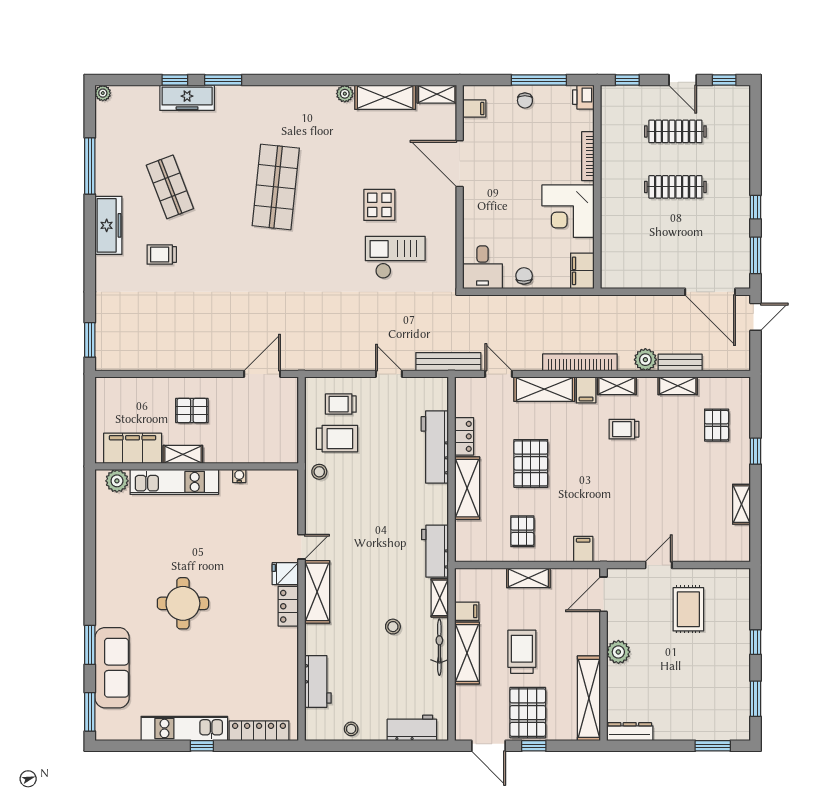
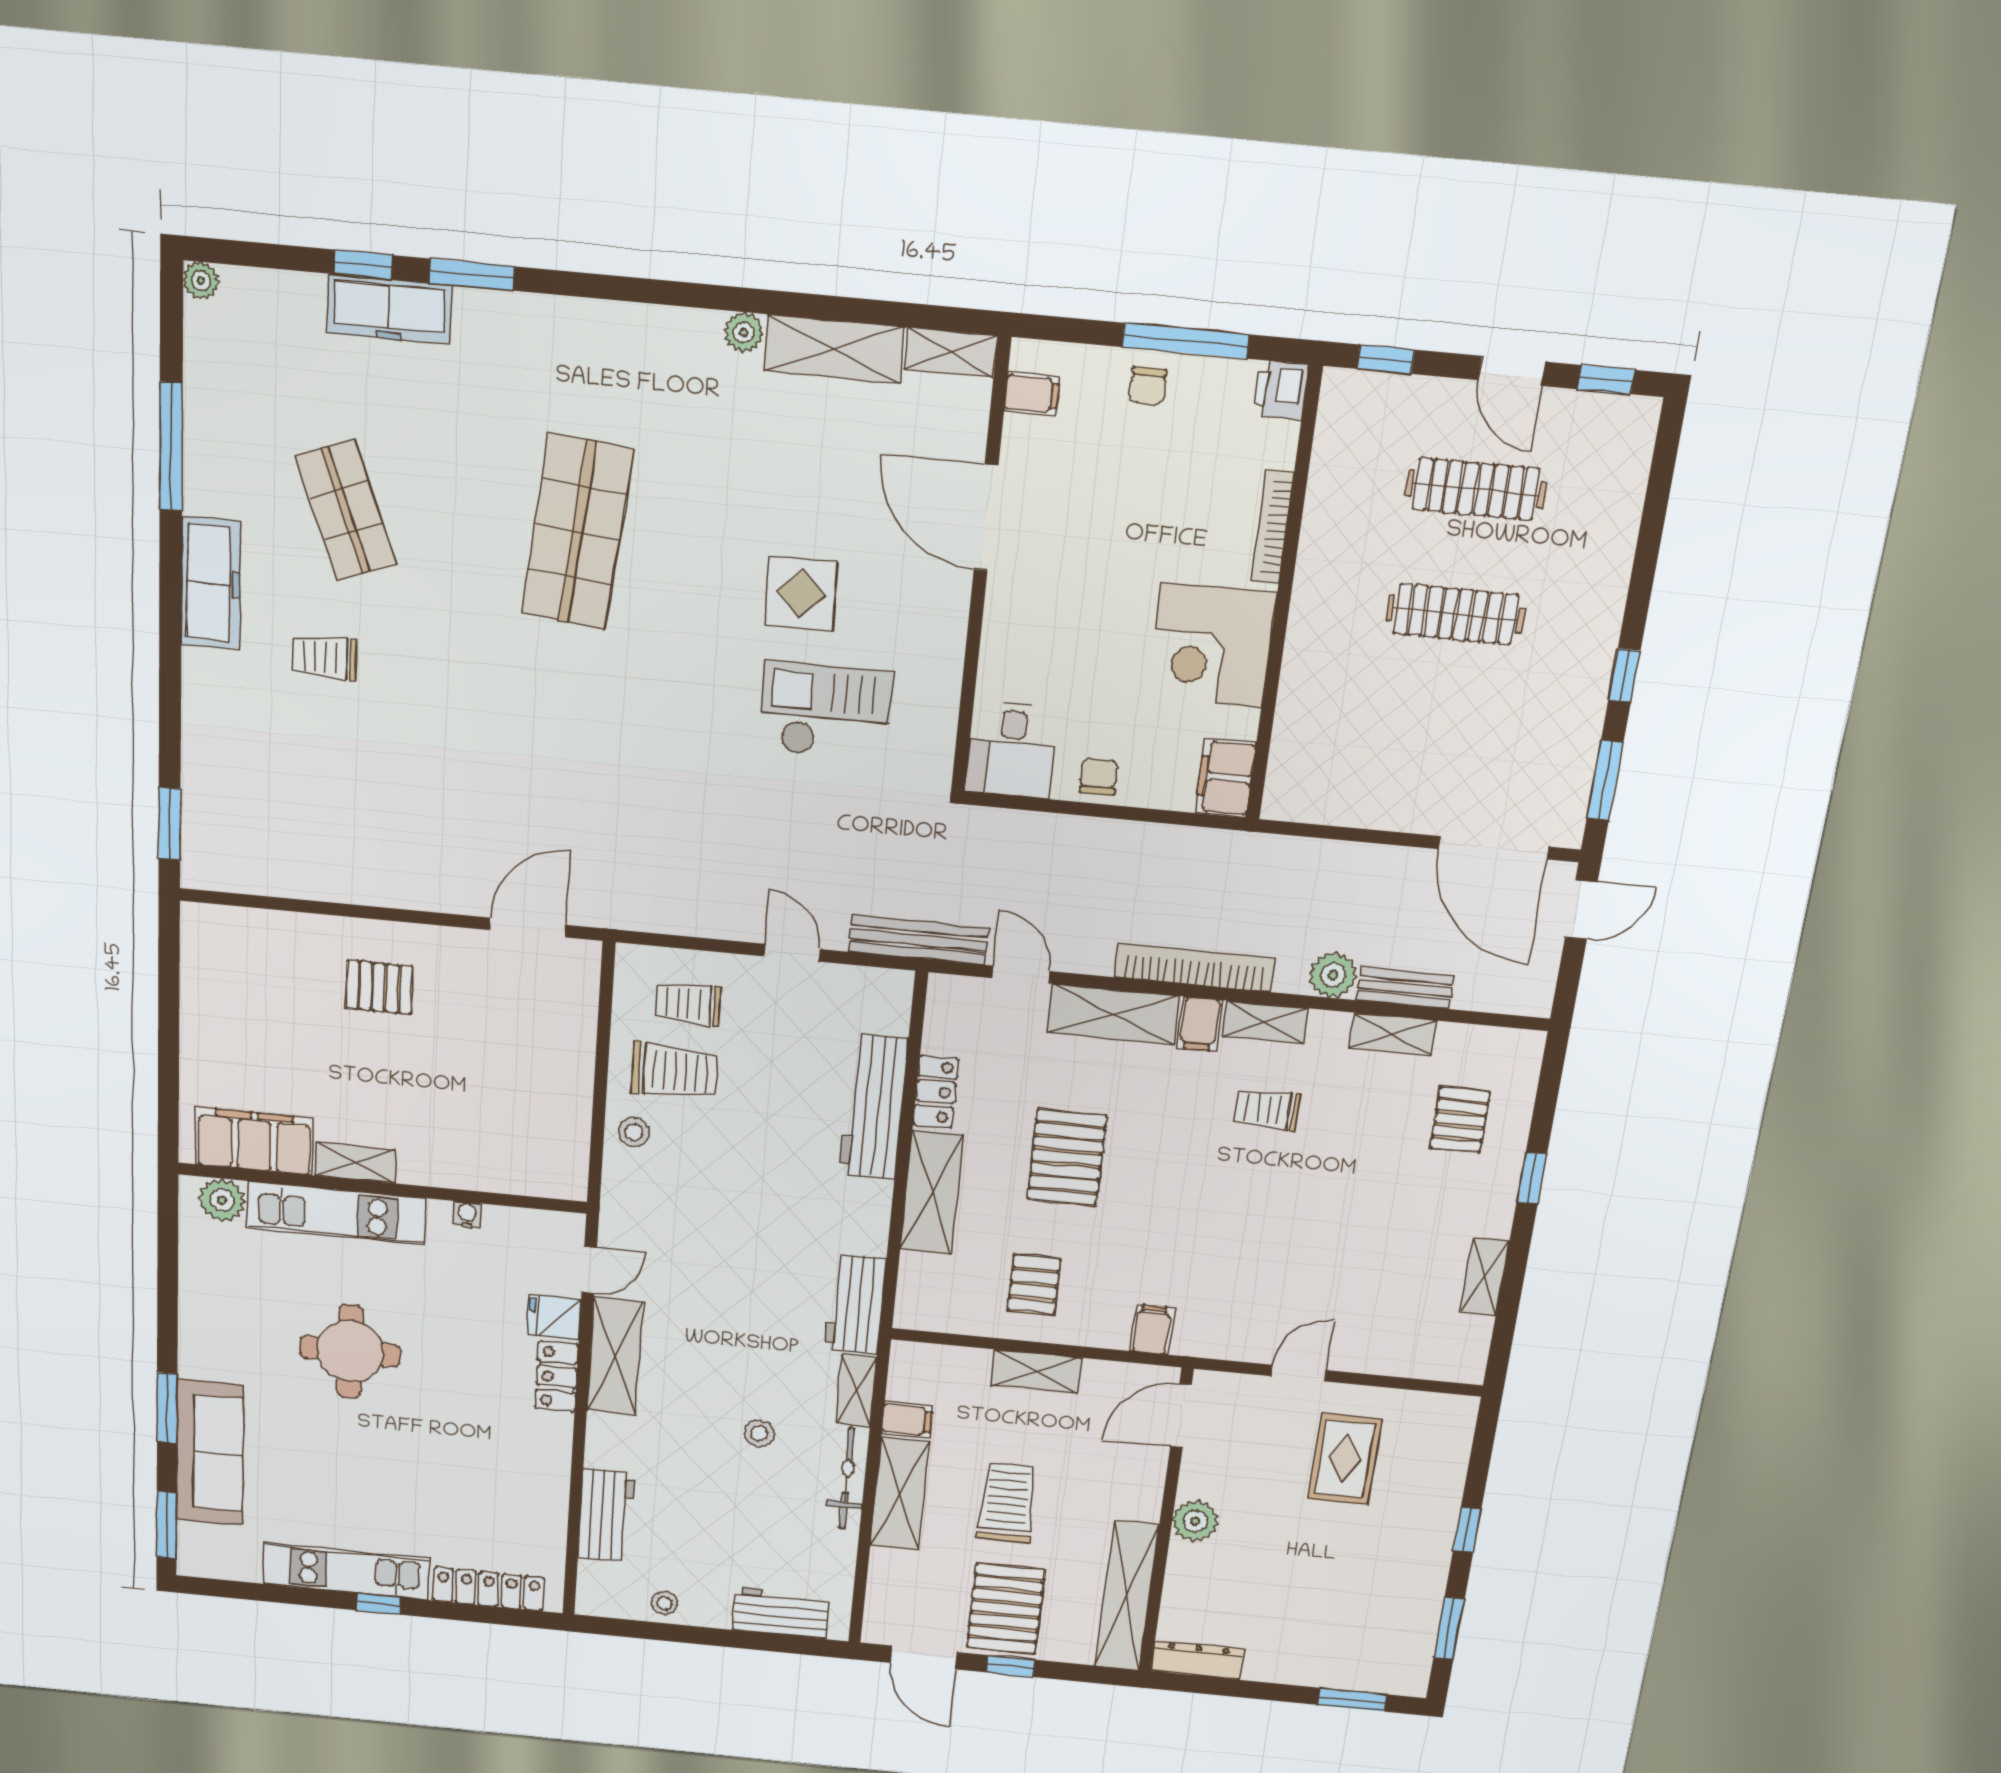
filing cabinet: (133, 448) -> (254, 1141), moved
shelving: (183, 454) -> (356, 1163), moved
wall: (197, 466) -> (382, 1188), moved
water cooler: (239, 476) -> (467, 1215), moved
plant: (117, 481) -> (222, 1200), moved
kitchen unit: (174, 482) -> (337, 1213), moved

